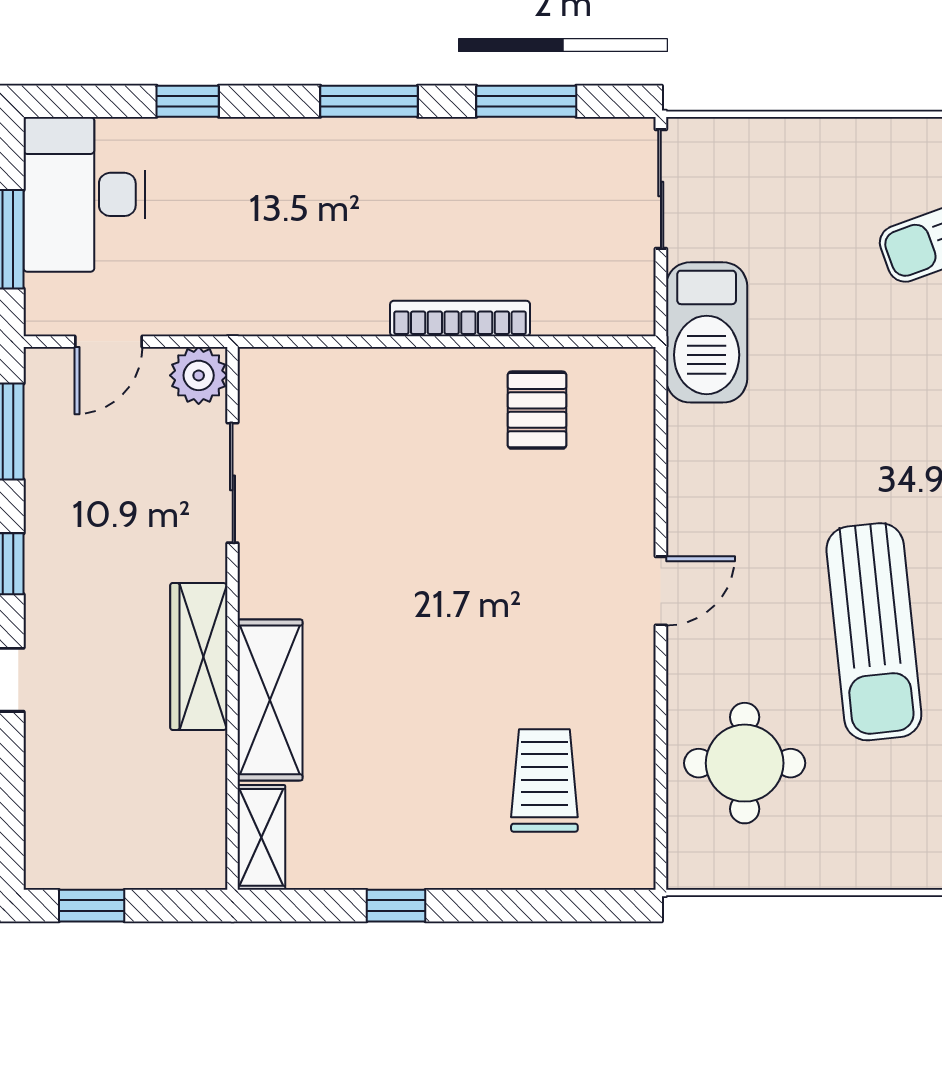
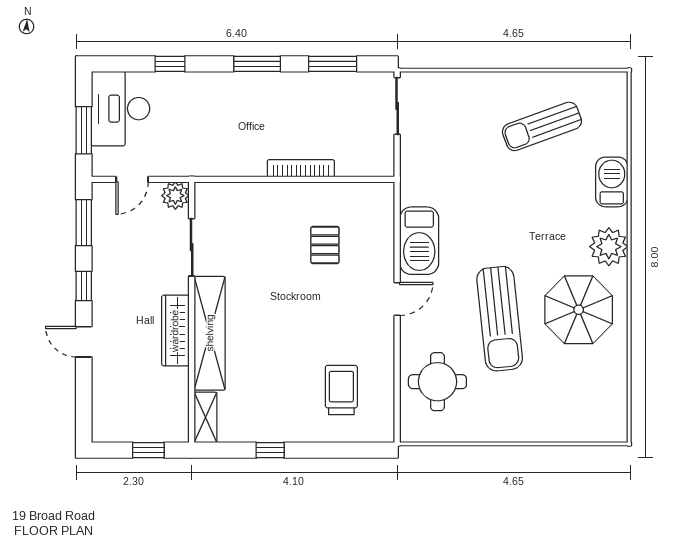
barbecue: (707, 332) -> (419, 241), moved
pallet: (537, 410) -> (325, 245), moved
shelving: (270, 700) -> (210, 333), width x1.47
window: (92, 906) -> (148, 450), moved

